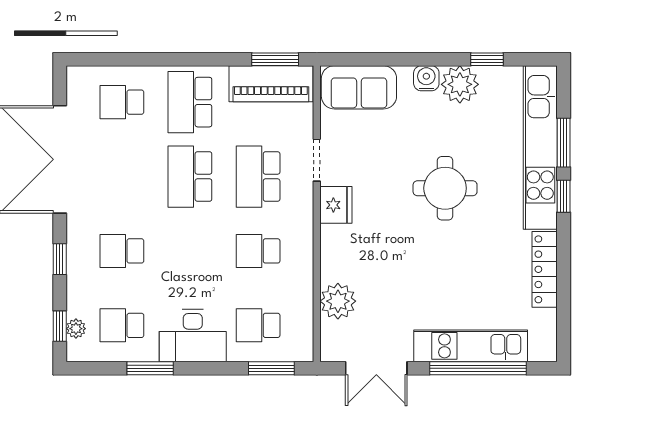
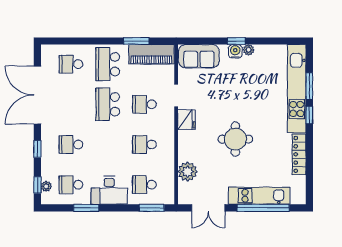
window: (275, 59) -> (136, 41), moved
window: (487, 59) -> (236, 41), moved
plant: (460, 84) -> (249, 50), width x0.53, depth x0.53
school desk: (258, 177) -> (144, 104), width x0.54
round table: (445, 188) -> (235, 139), moved

